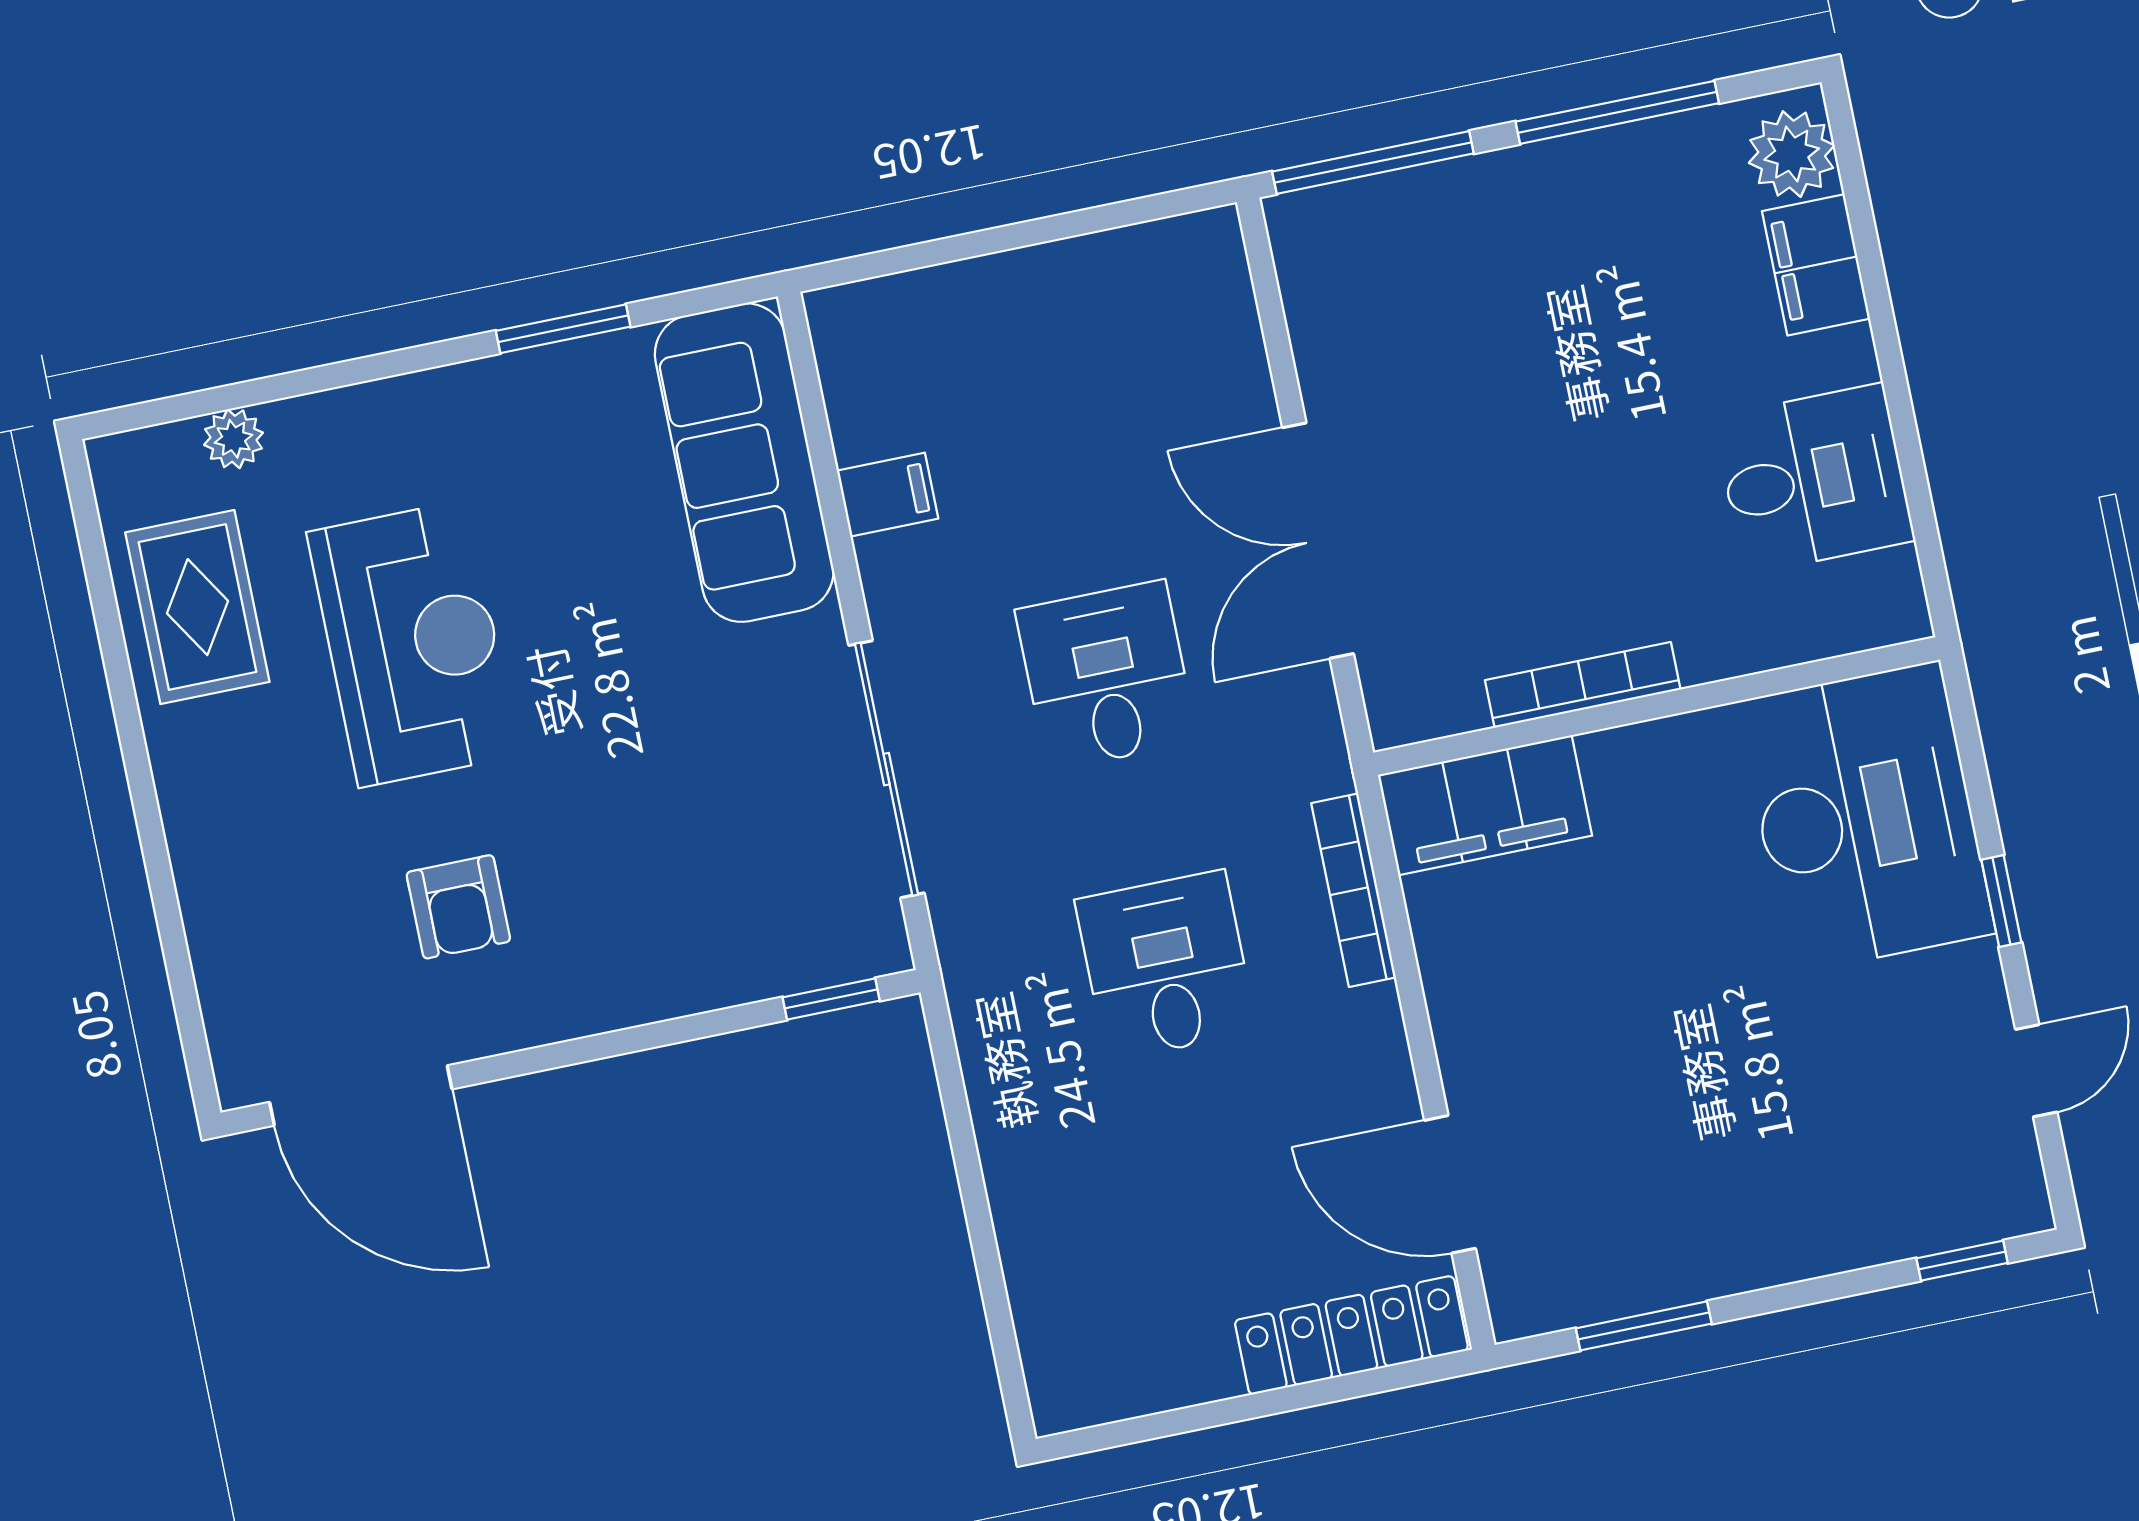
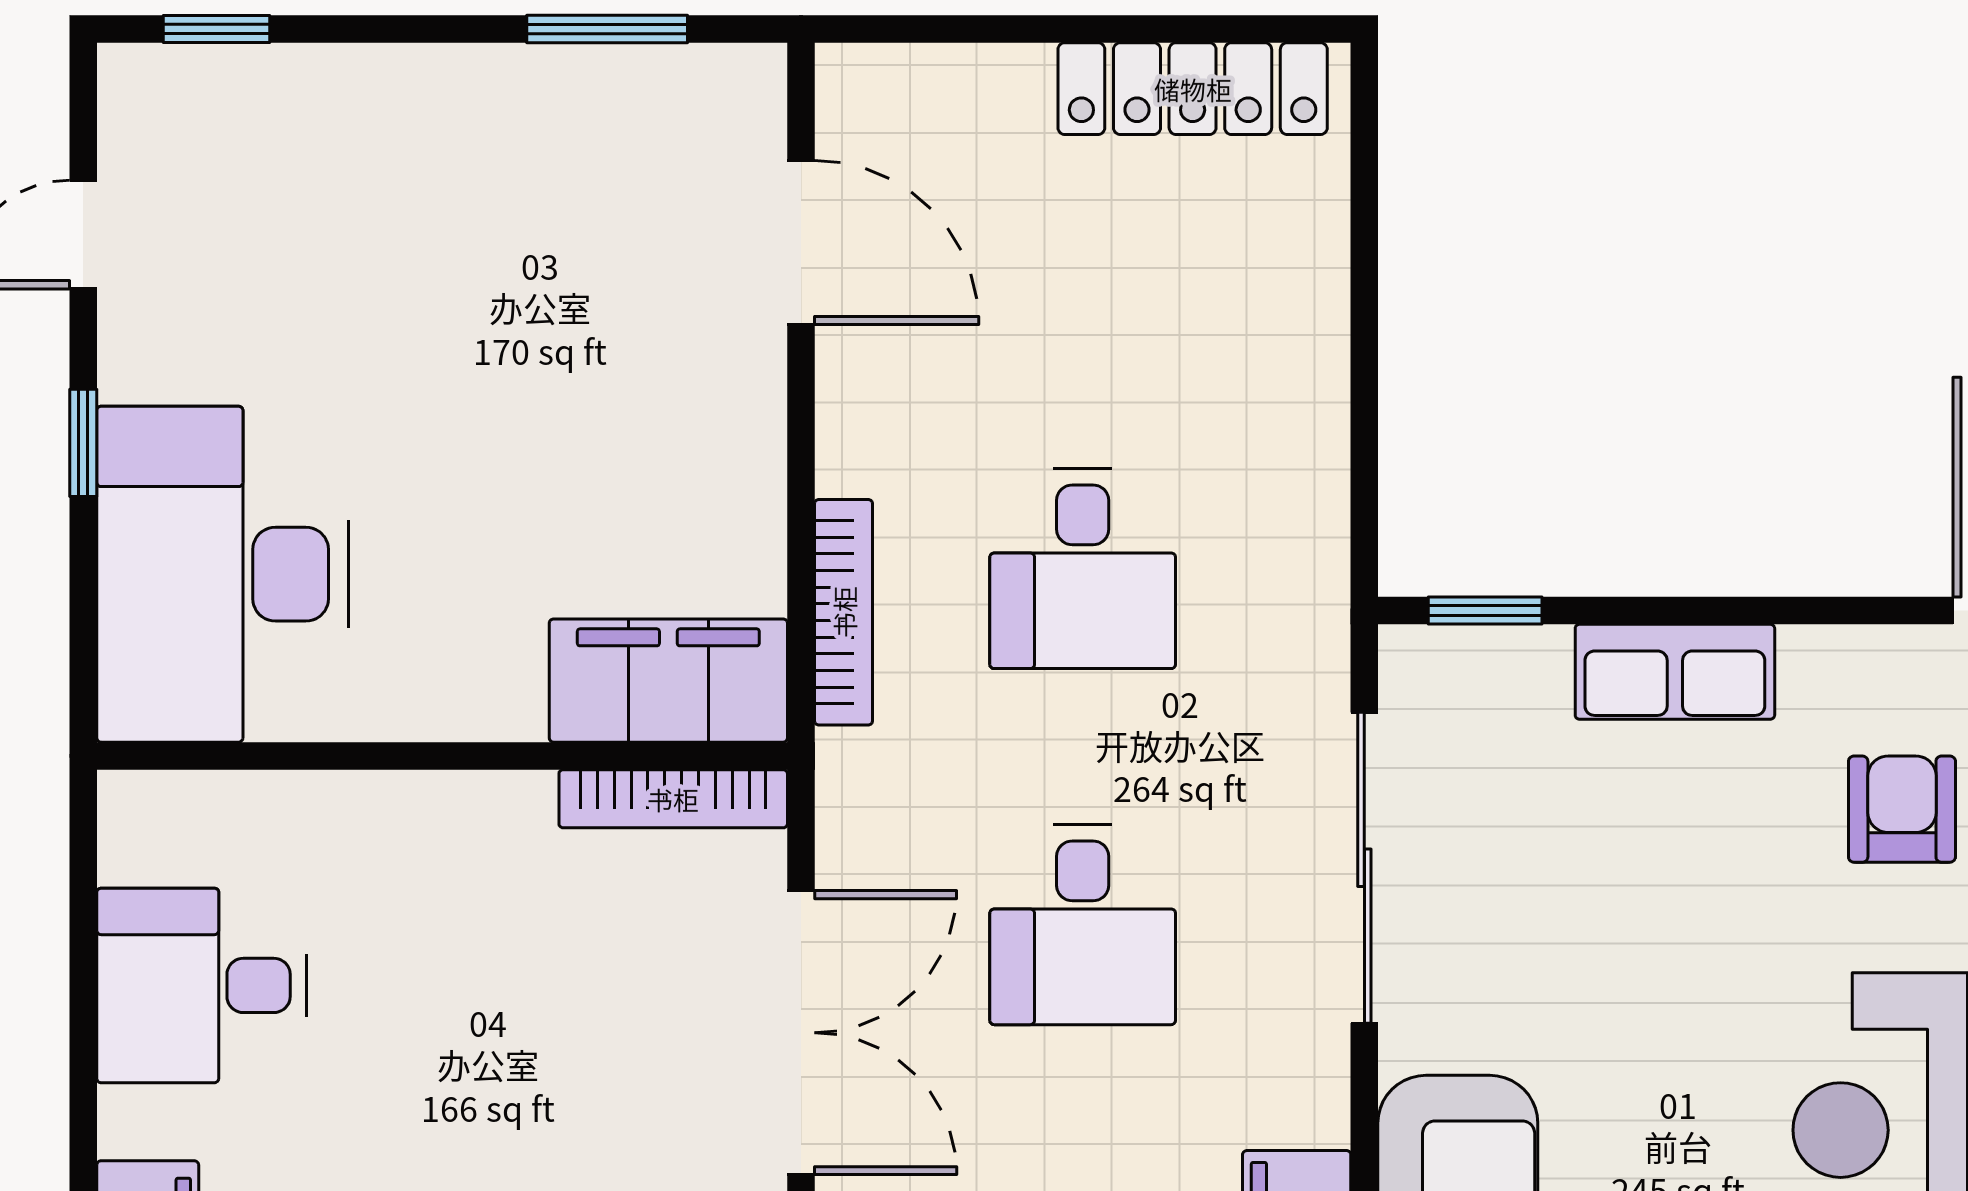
bookcase: (1583, 685) -> (673, 799), moved
row of seats: (666, 981) -> (1675, 672), added
locker: (1351, 1335) -> (1193, 89), moved

